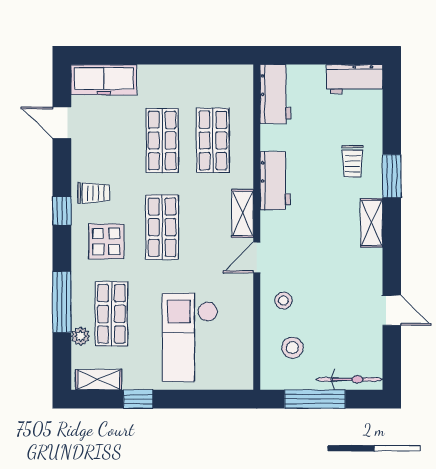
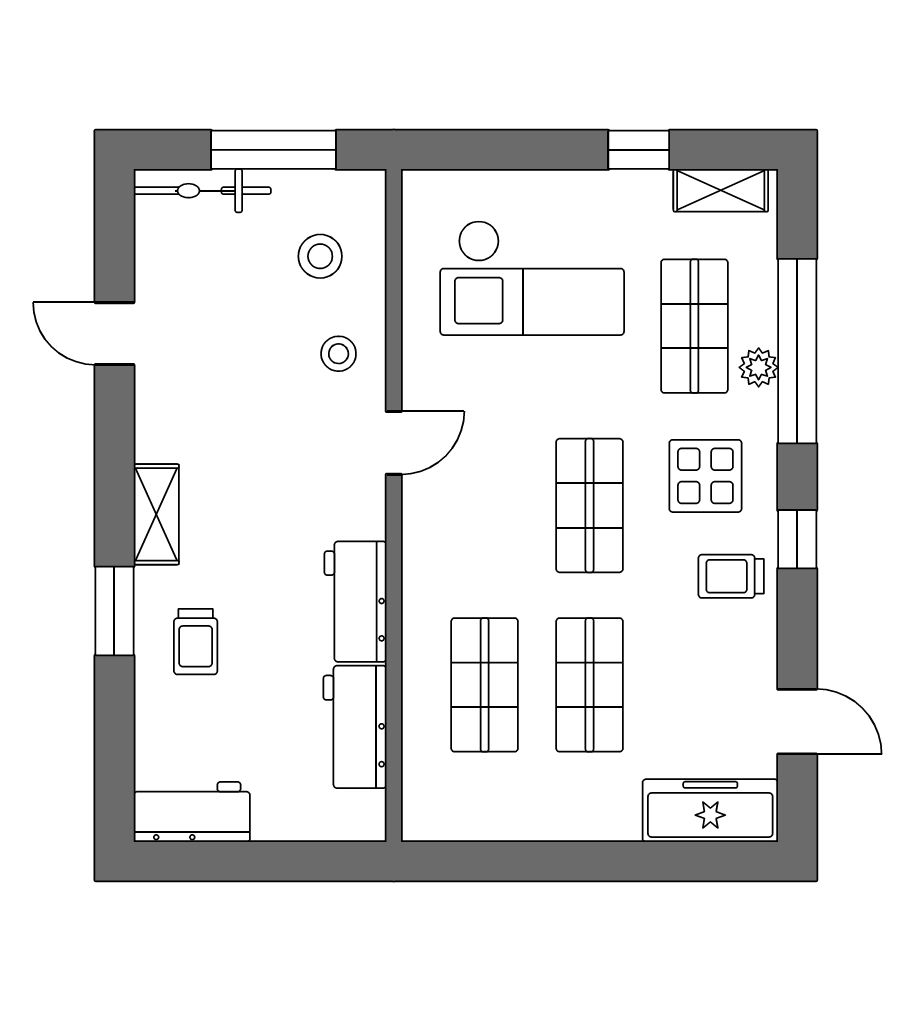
workbench: (276, 94) -> (355, 727), moved
trolley: (353, 161) -> (196, 642), turned 180
shelving: (242, 213) -> (423, 534), removed
window: (62, 302) -> (797, 351), width x1.46
plant: (80, 336) -> (759, 367), moved
checkout: (190, 337) -> (532, 278), turned 90

